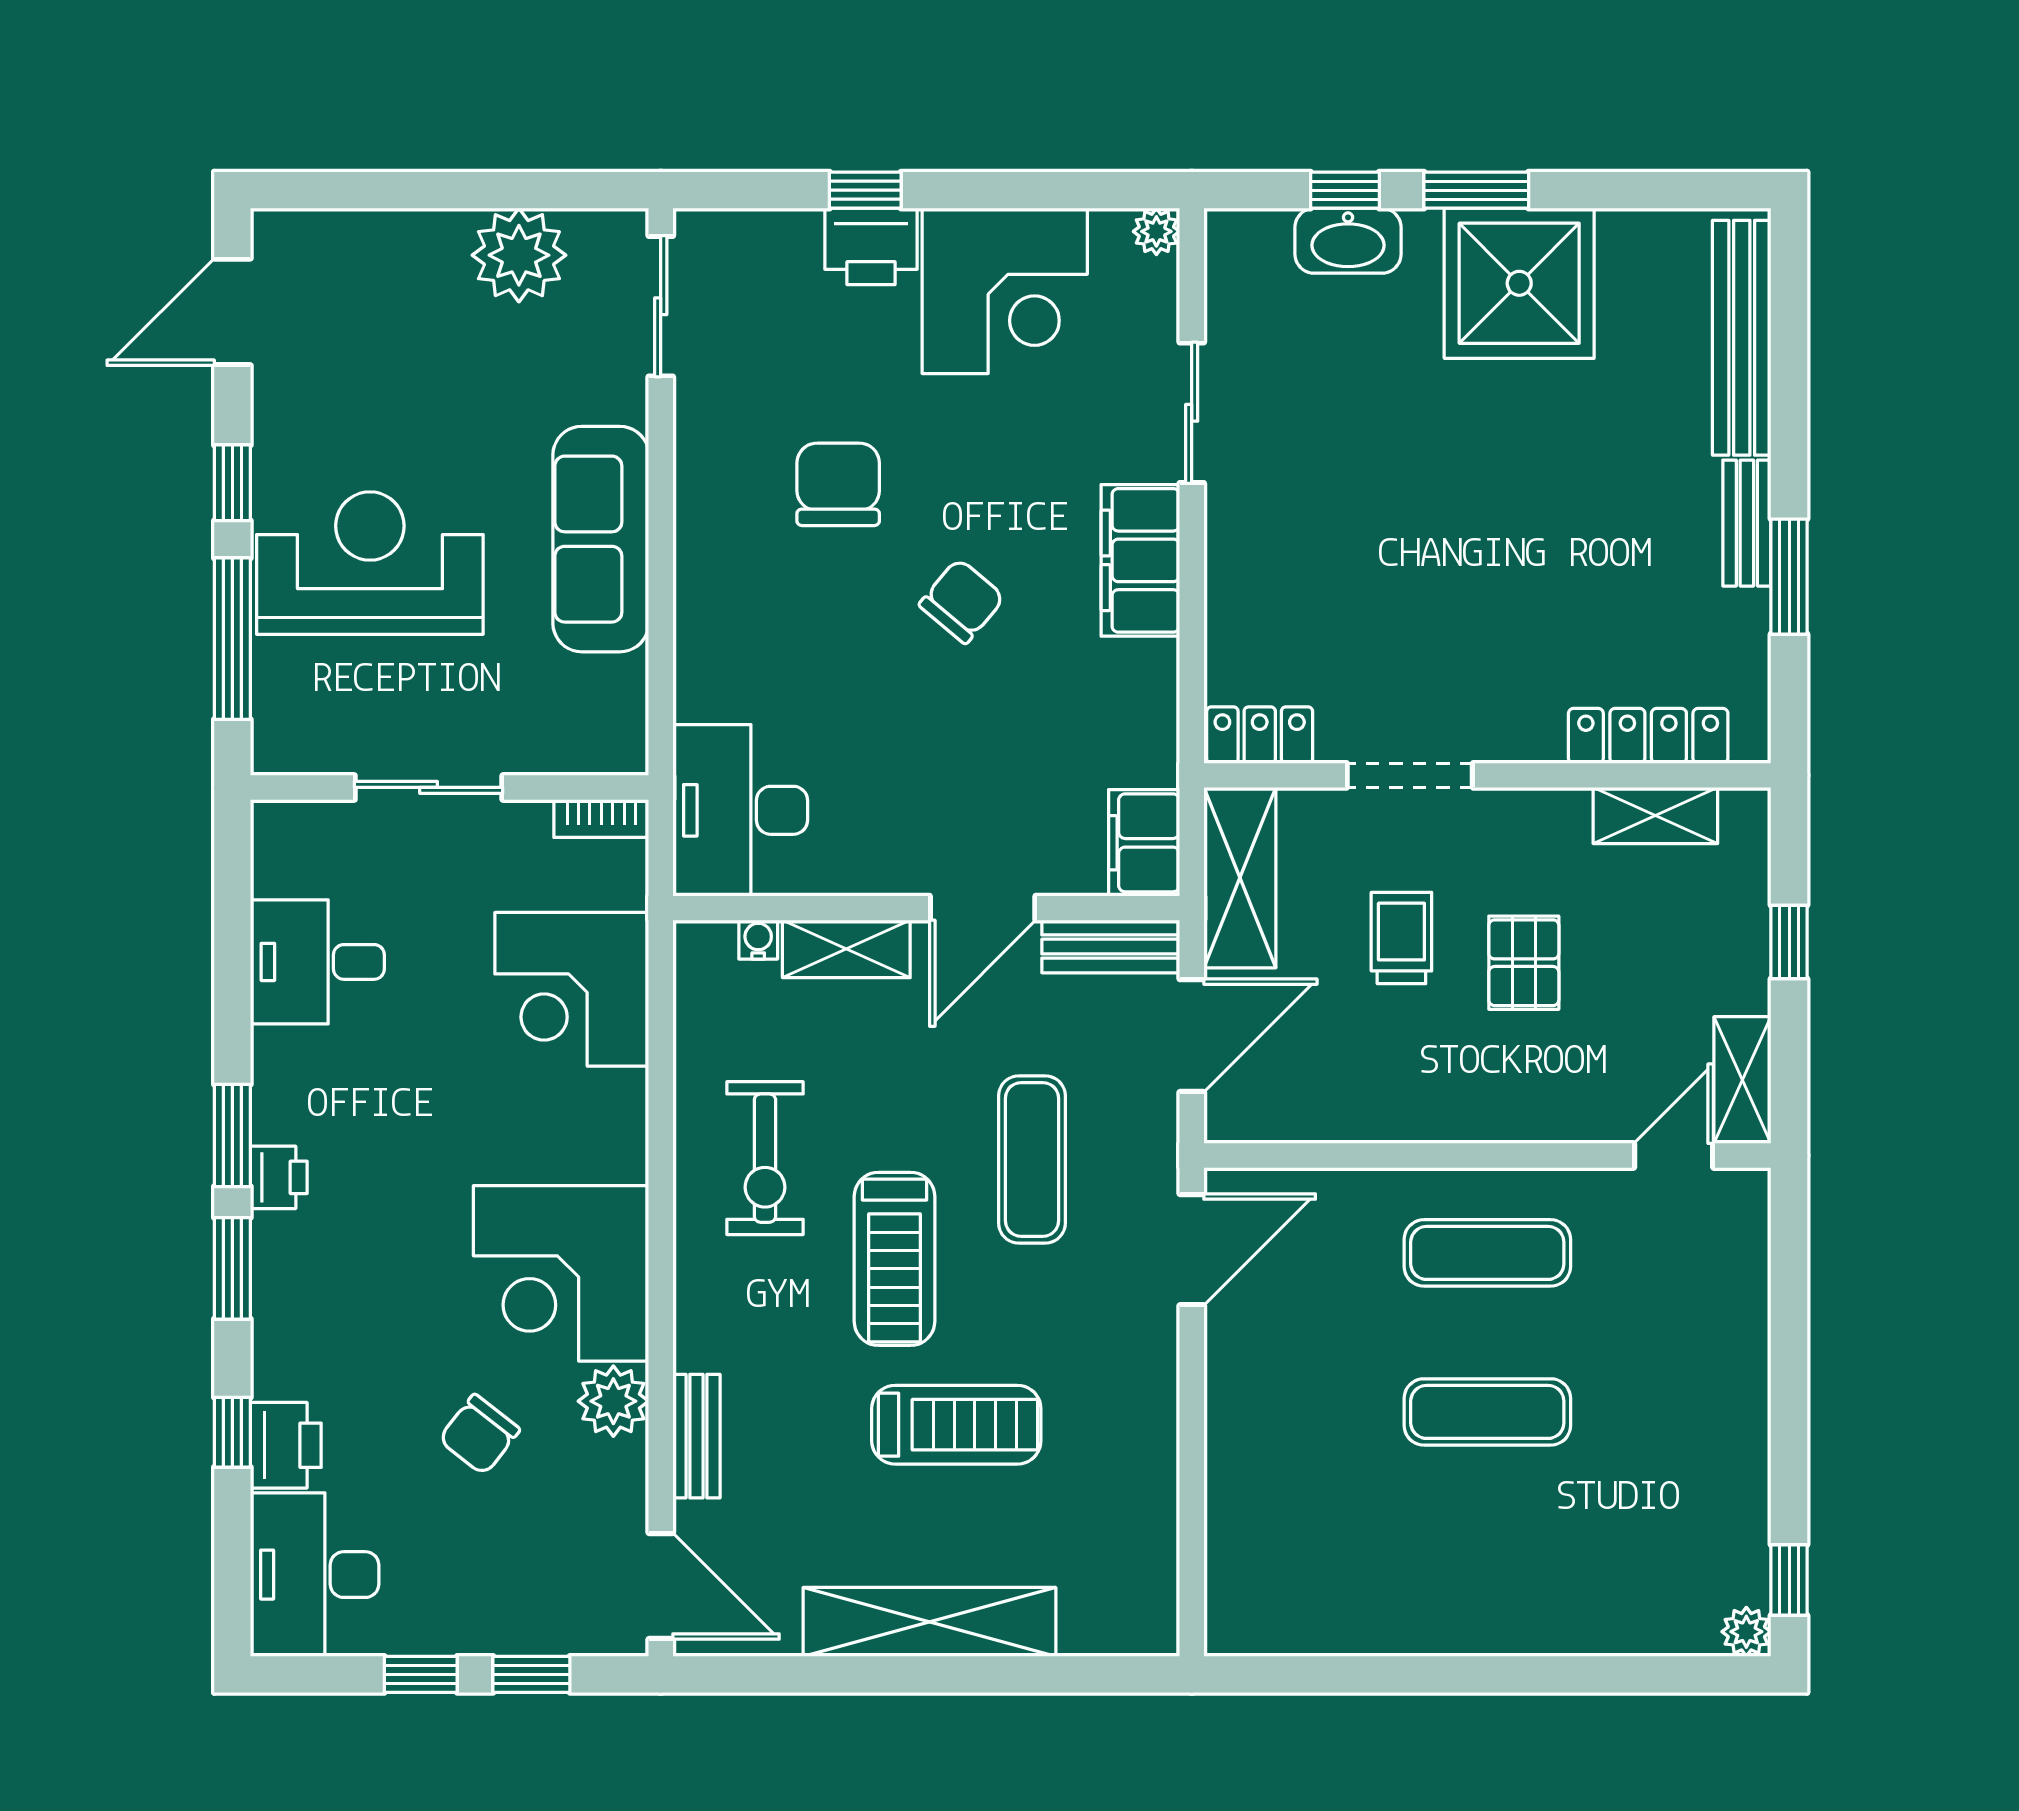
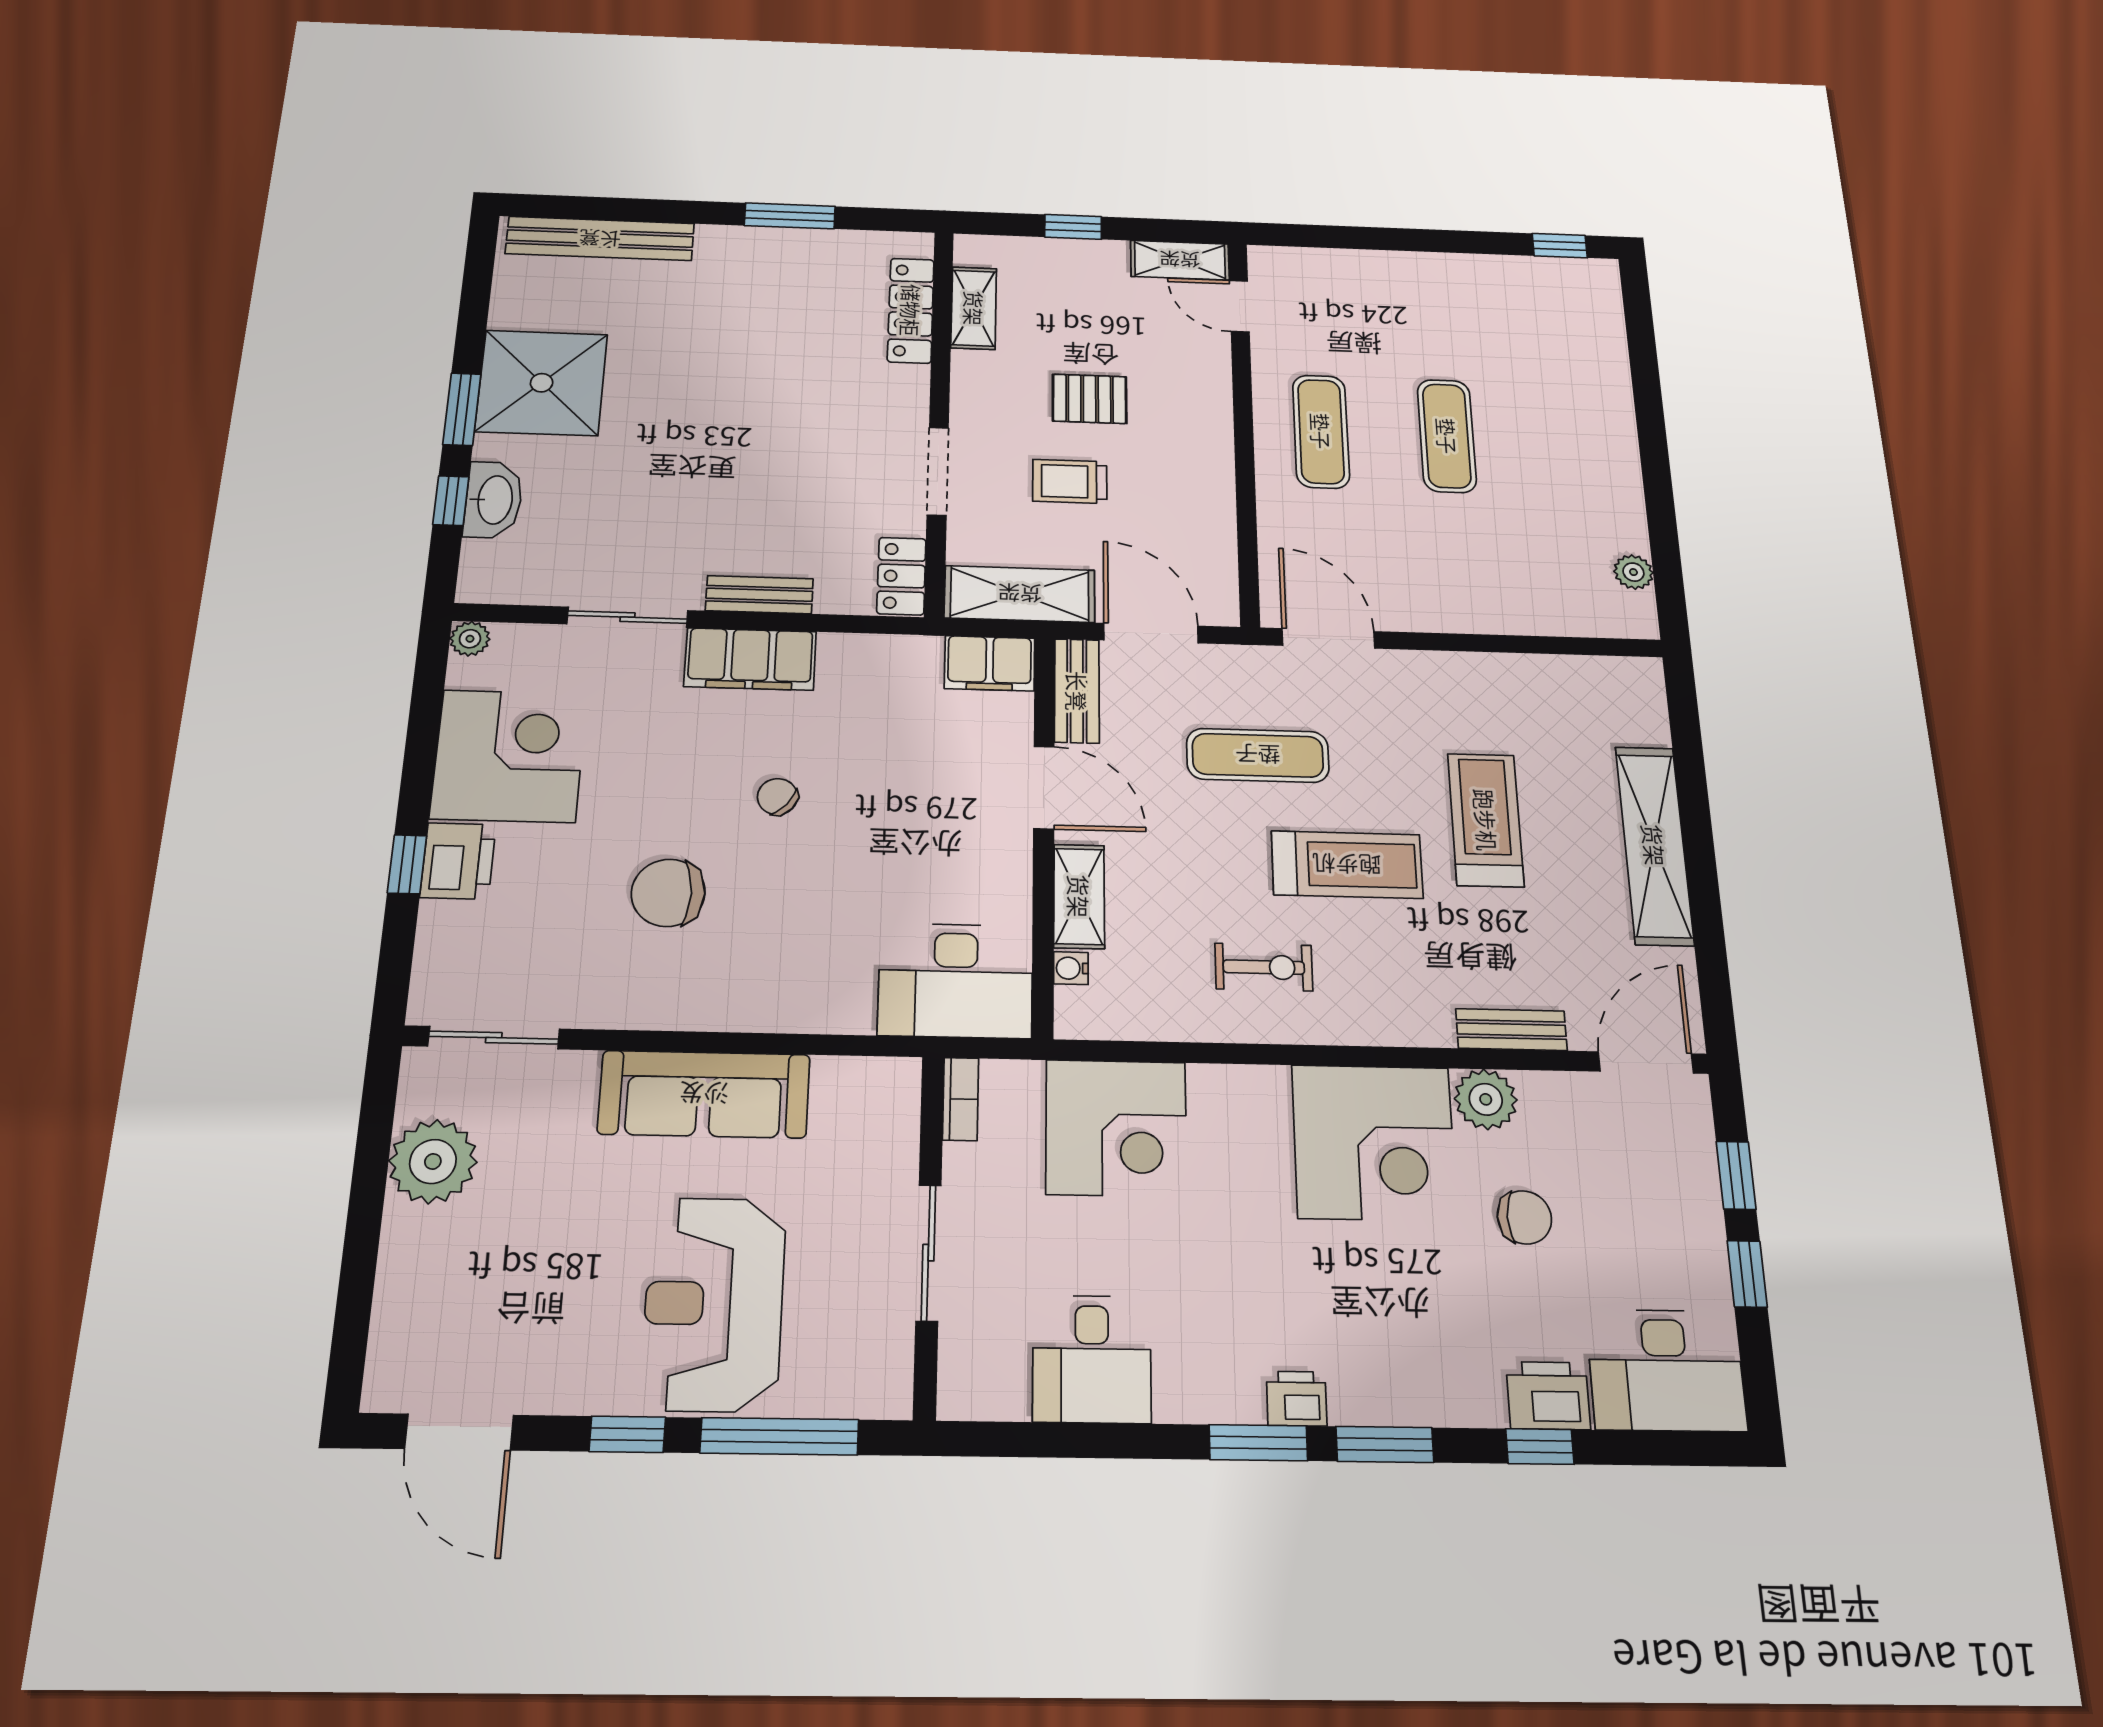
bench: (1747, 523) -> (759, 595), moved
chair: (962, 601) -> (777, 797), width x0.73, depth x0.73
exercise bike: (765, 1158) -> (1264, 967), width x0.73, depth x0.72
chair: (479, 1435) -> (1524, 1217), turned -38
plant: (1746, 1632) -> (1633, 572), moved

